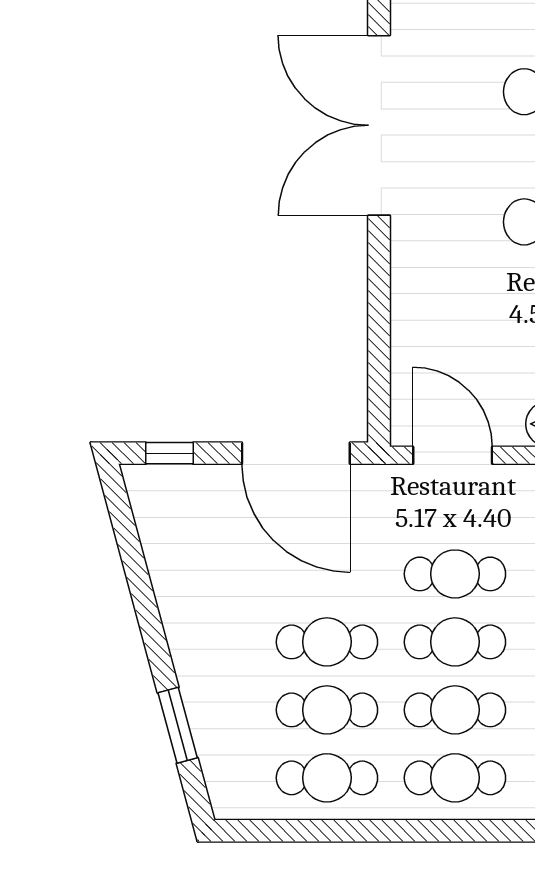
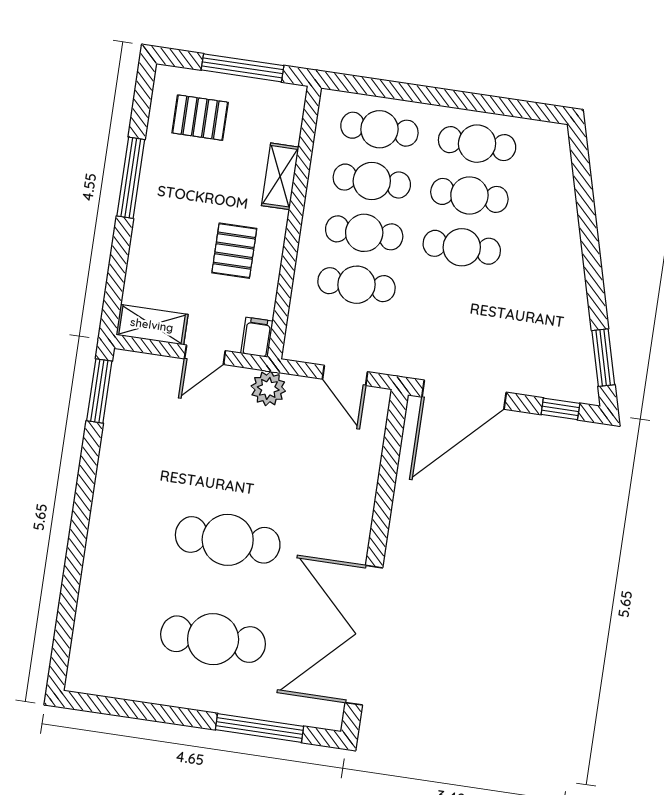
double door: (379, 125) -> (364, 635), swing flipped
door: (296, 453) -> (464, 395), swing flipped
door: (453, 455) -> (345, 375), width x0.73
window: (178, 725) -> (603, 358), moved

